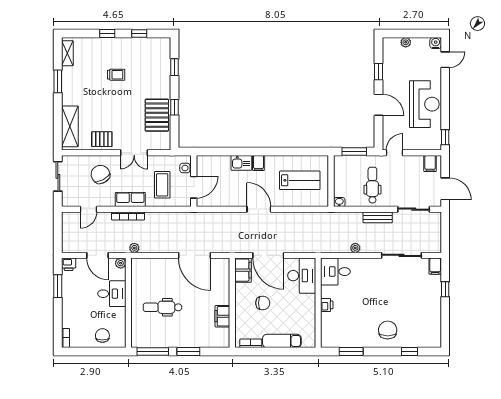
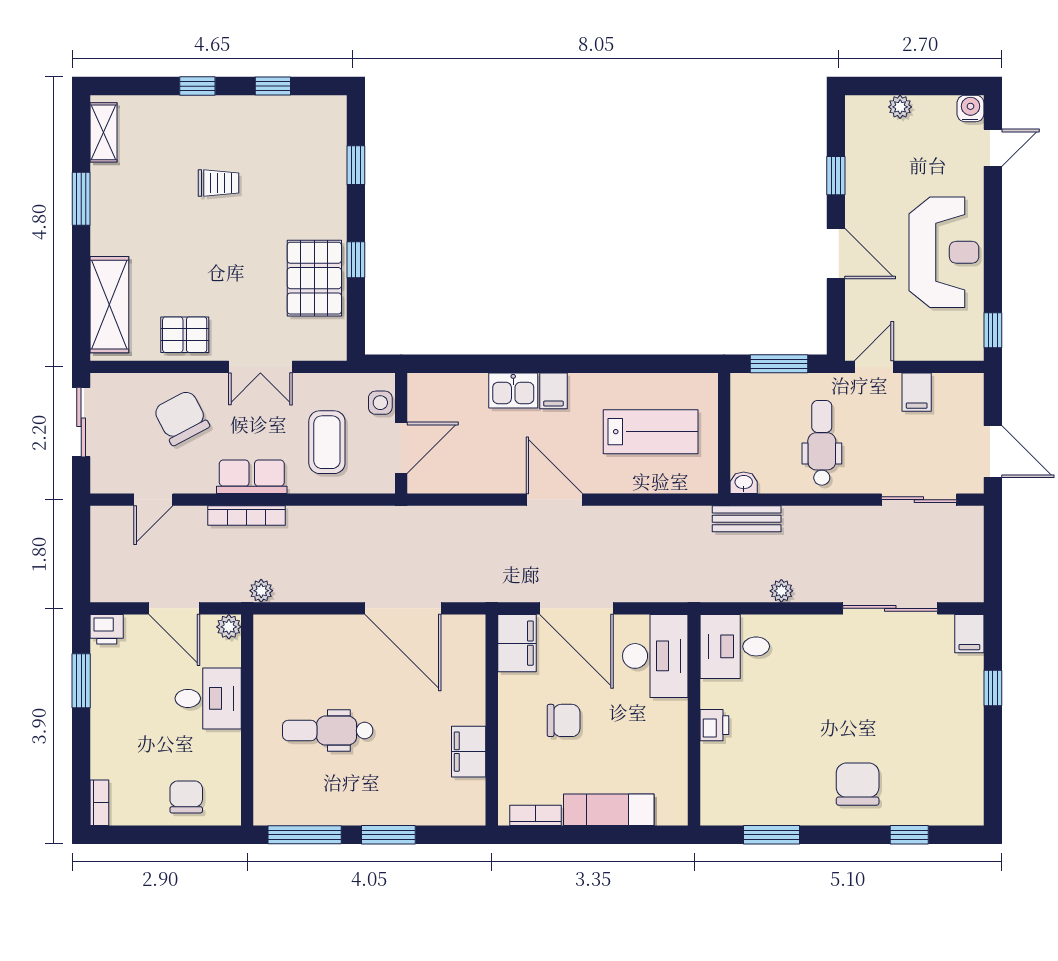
filing cabinet: (430, 164) -> (917, 392), moved
bench: (378, 217) -> (747, 519), moved

